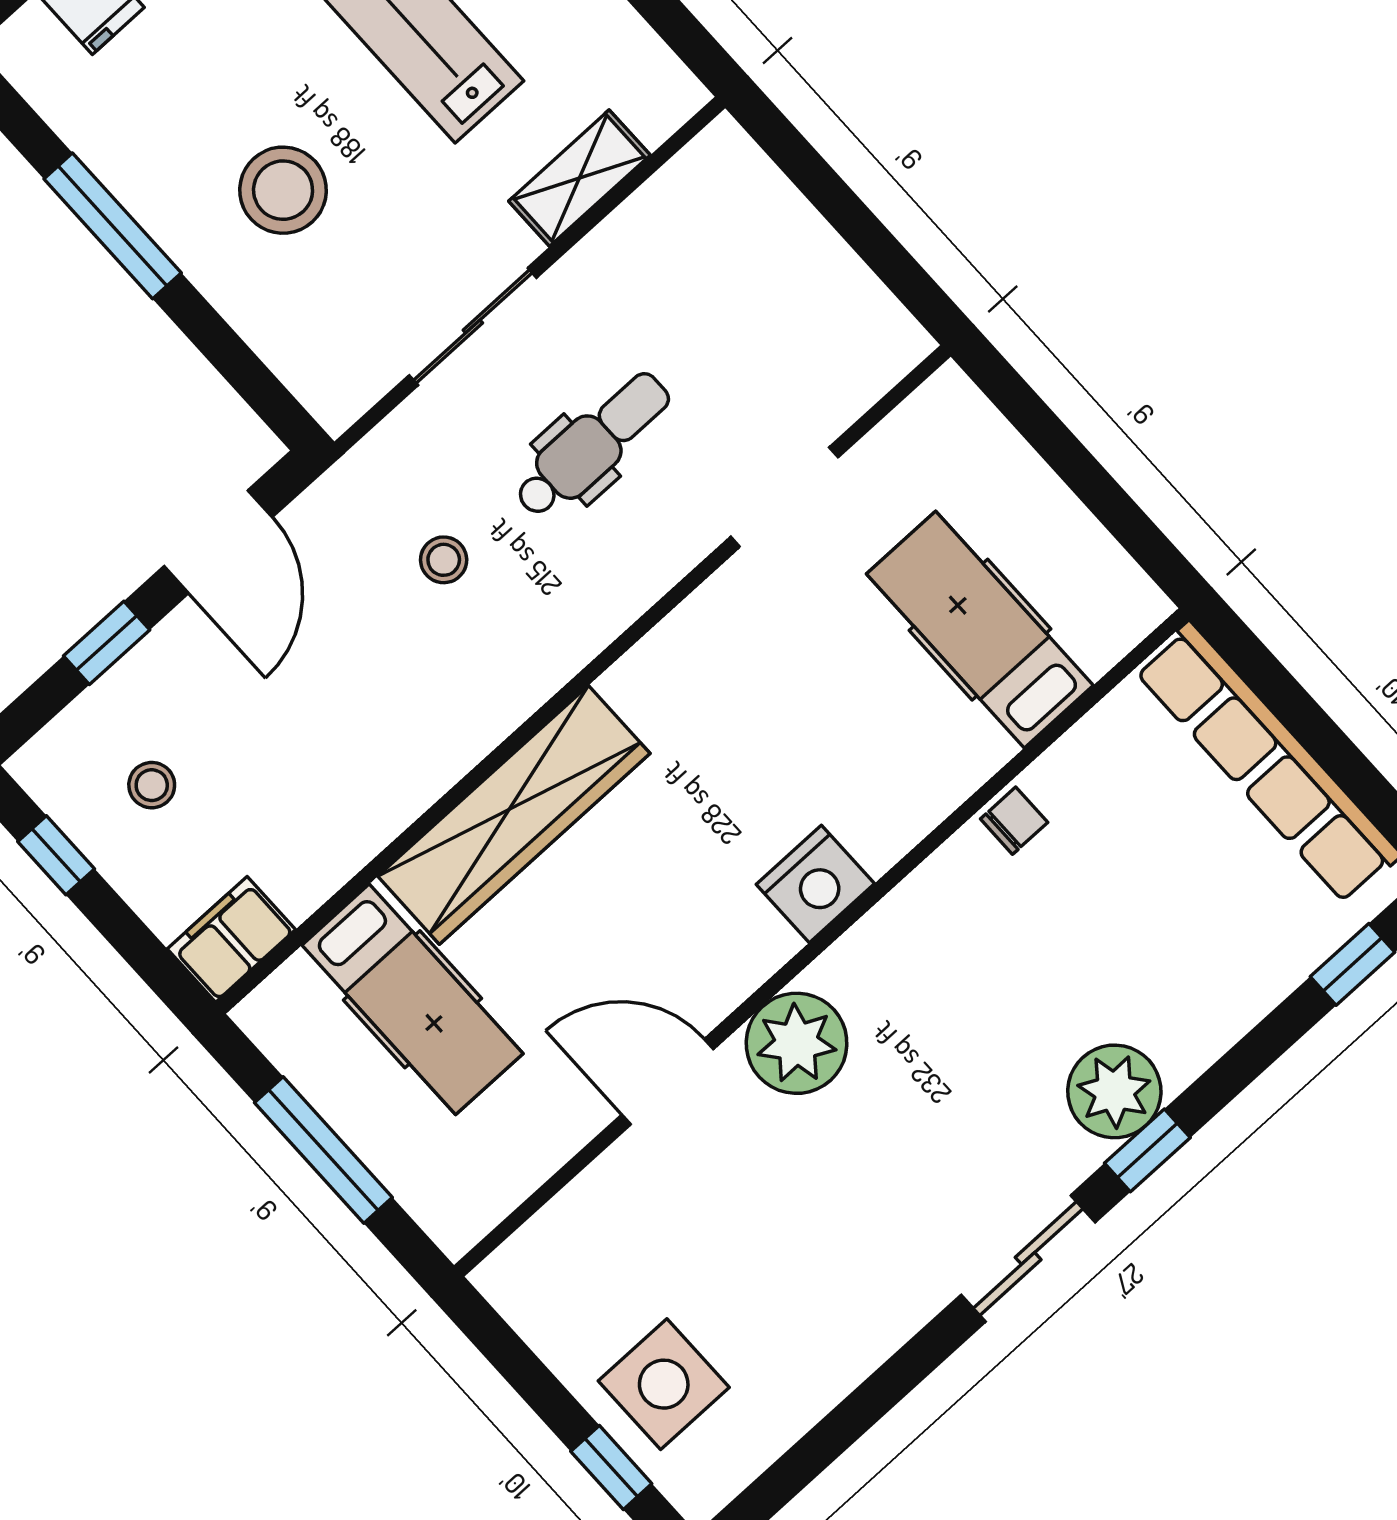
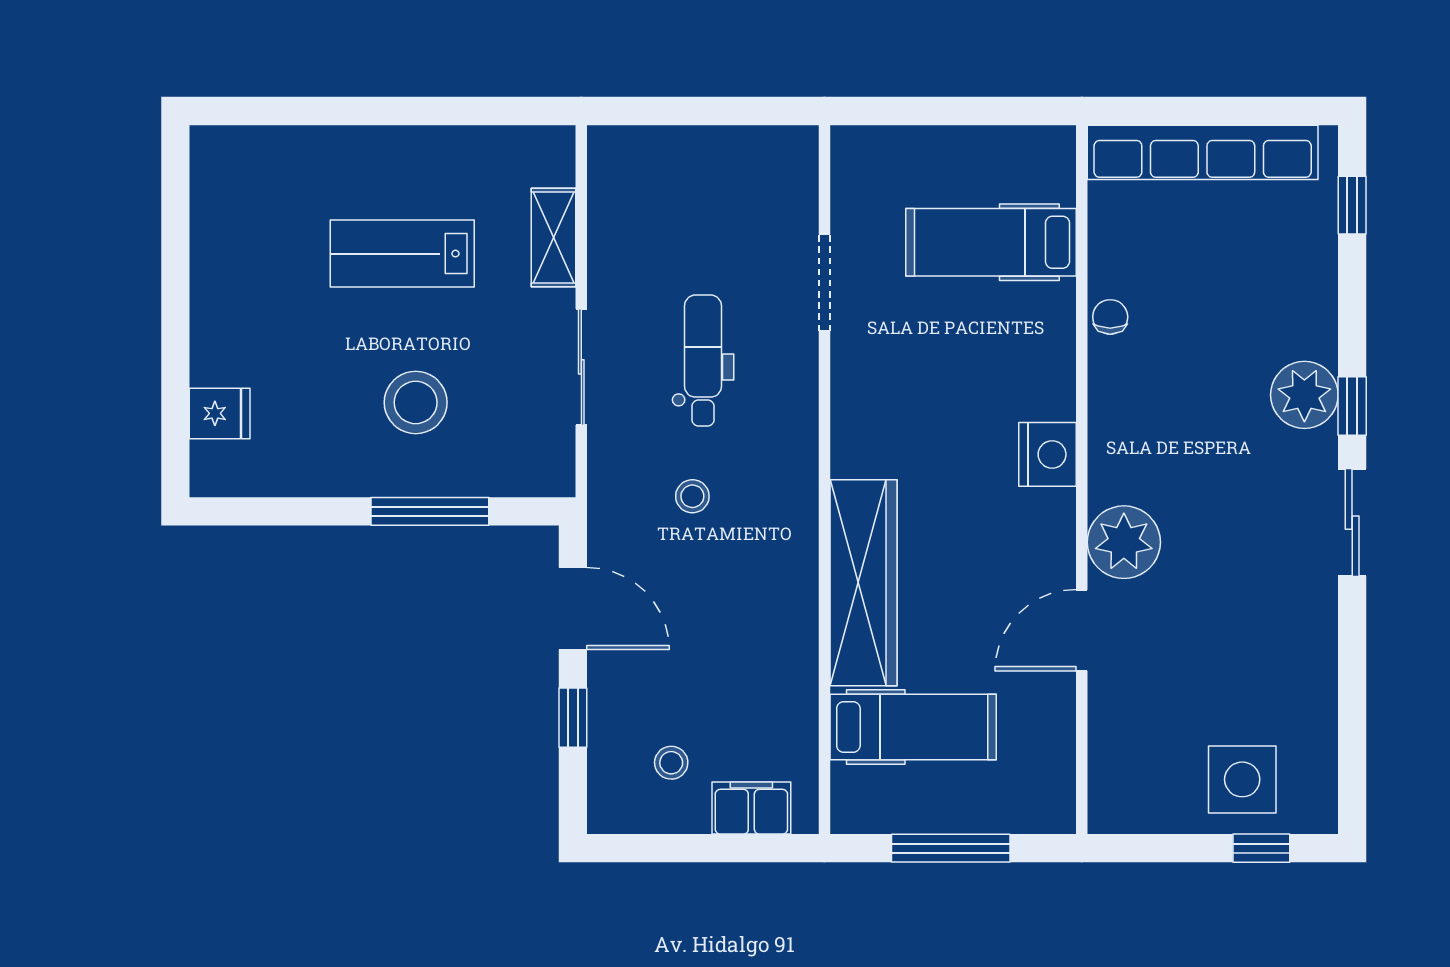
window: (113, 226) -> (430, 511), moved
window: (56, 855) -> (662, 848), removed
filing cabinet: (231, 939) -> (751, 808), moved, turned 90

